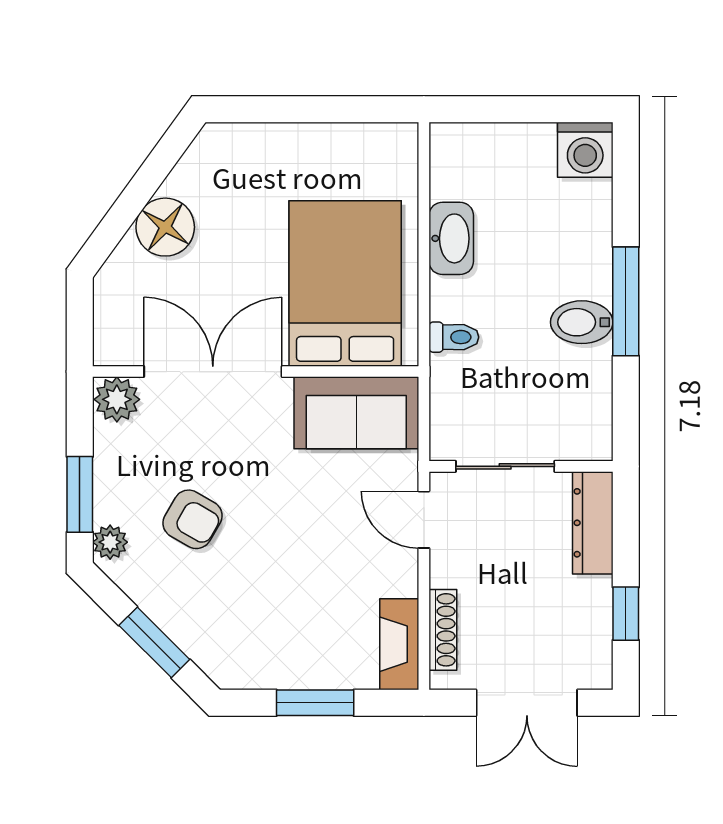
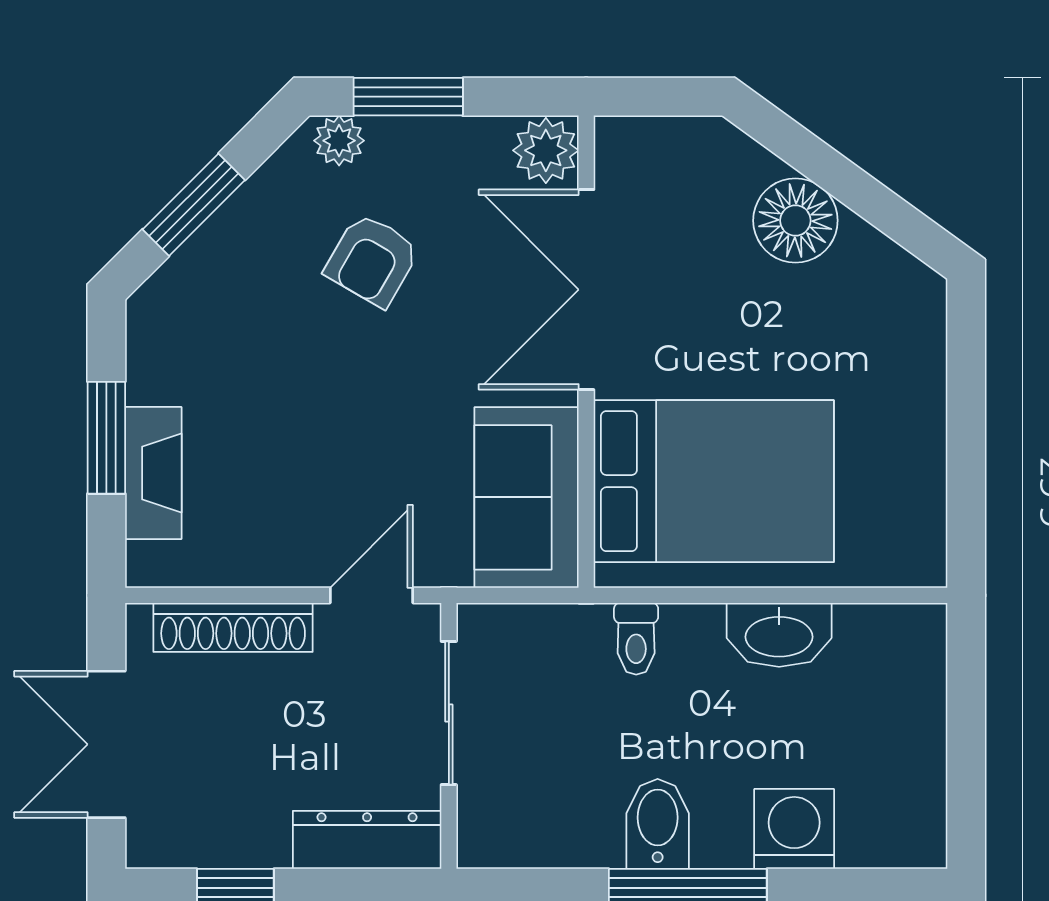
washing machine: (585, 150) -> (794, 829), moved, turned 90
double door: (213, 372) -> (586, 290), swing flipped
shoe rack: (443, 630) -> (233, 627), width x1.36, depth x1.24
fireplace: (399, 644) -> (153, 473), moved, turned 90

